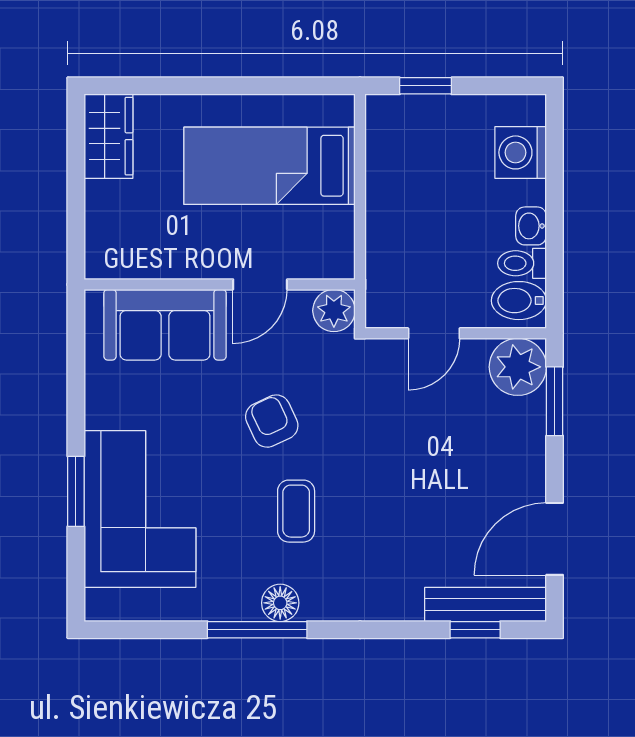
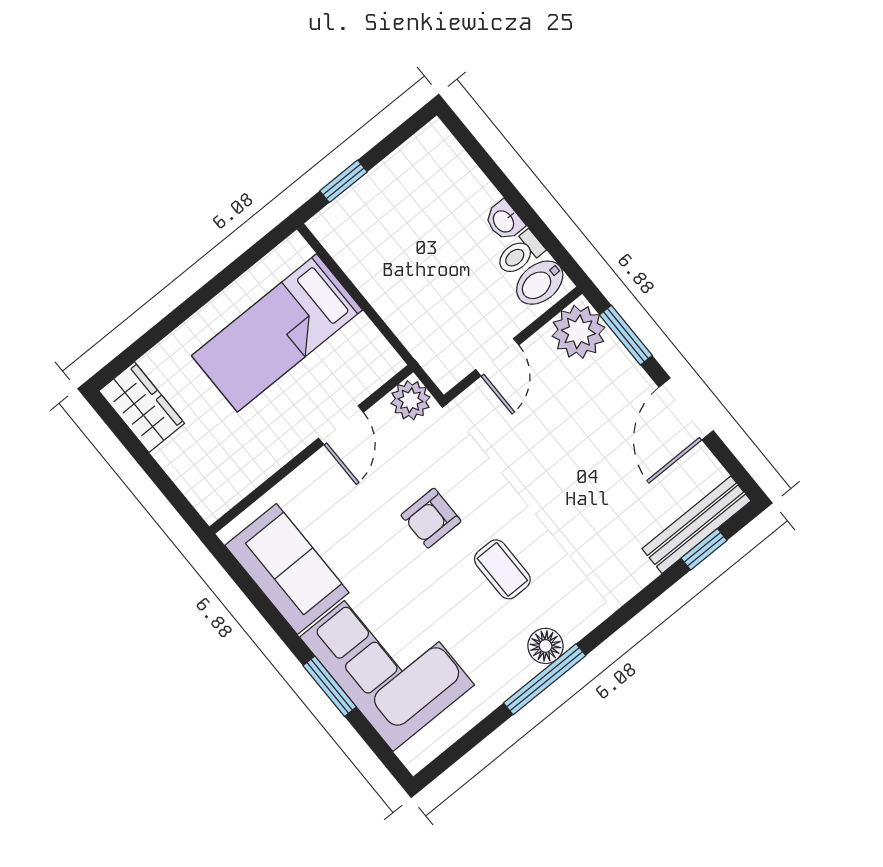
washing machine: (521, 152) -> (453, 173), removed
sofa: (165, 325) -> (287, 569), moved, turned -90
armchair: (272, 421) -> (431, 518), turned -65
door: (555, 539) -> (686, 409), moved

